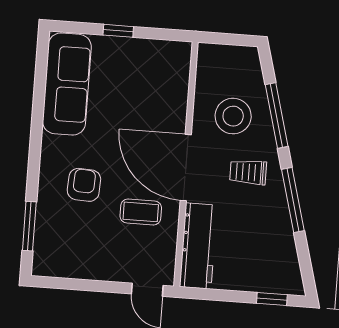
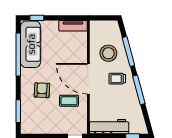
window: (118, 31) -> (37, 18), moved
tv unit: (161, 51) -> (73, 26), added
window: (39, 104) -> (18, 55), added
workbench: (198, 246) -> (109, 127), moved, turned -90

